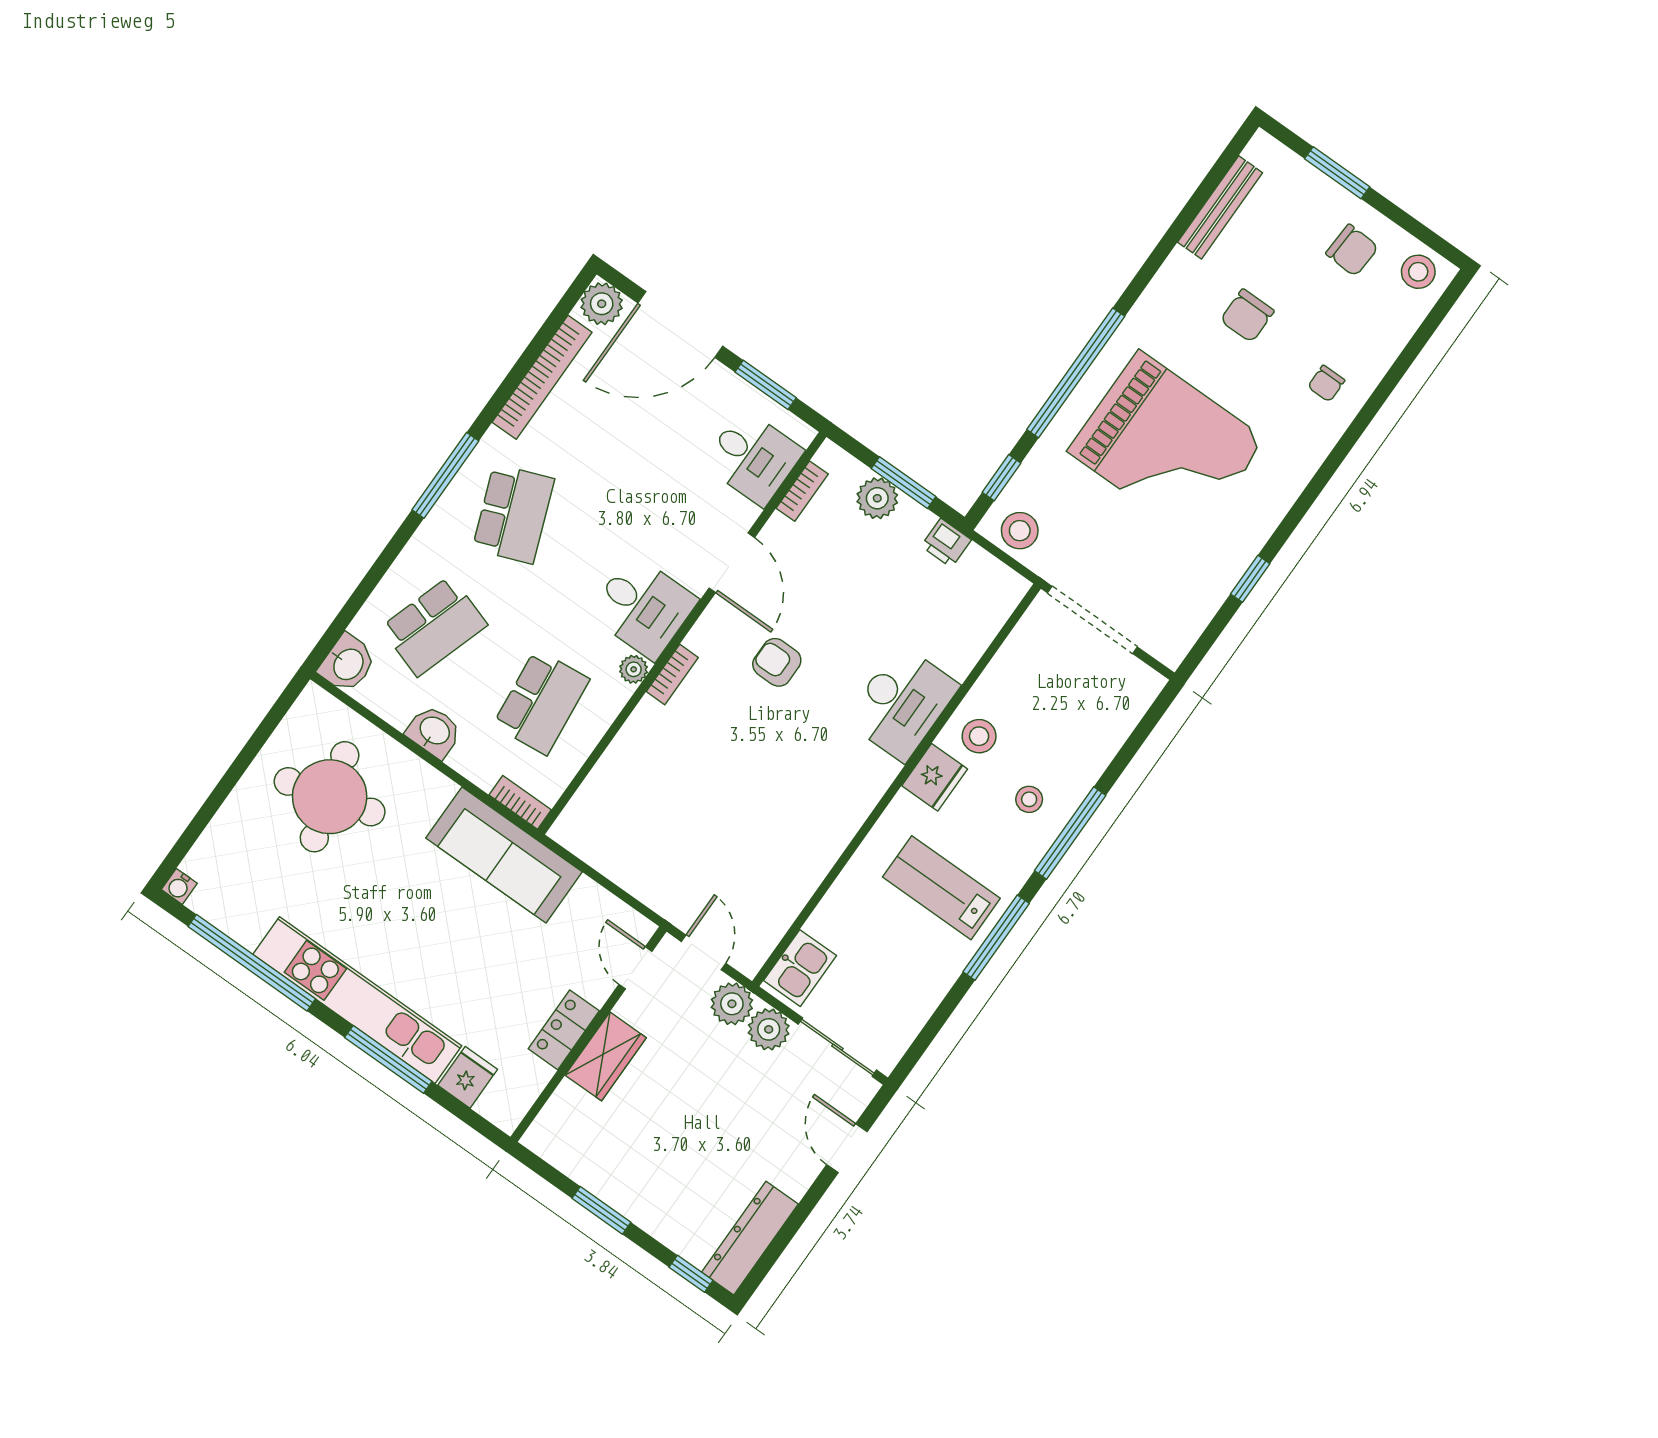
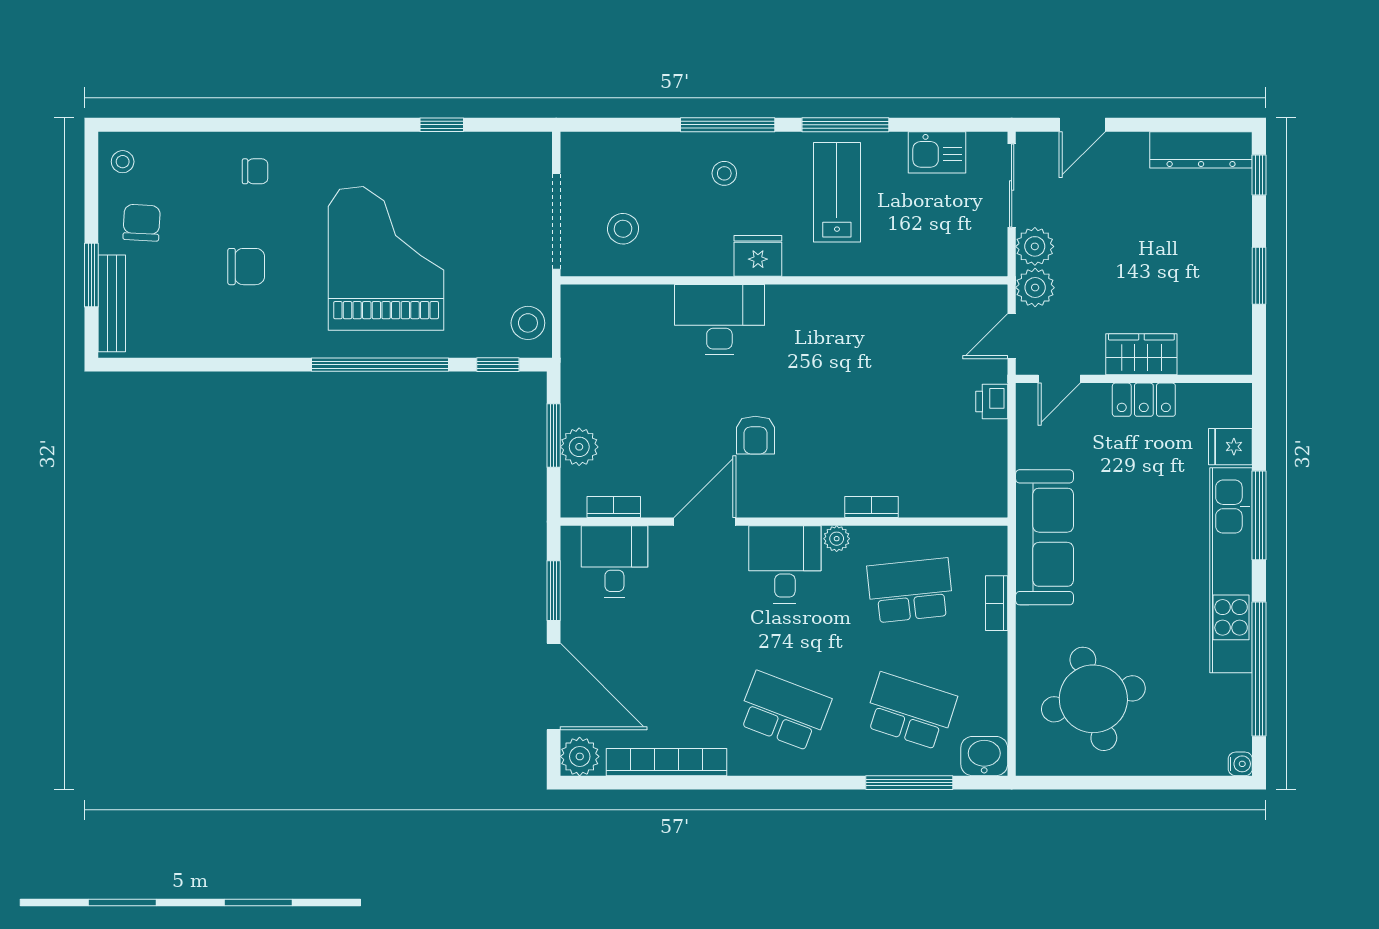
bench: (1220, 207) -> (112, 303), moved, turned 90
stool: (1418, 272) -> (123, 162), width x0.73, depth x0.73
window: (445, 475) -> (909, 783), moved
school desk: (513, 514) -> (784, 711), turned 42
printer: (946, 543) -> (992, 402), moved, turned 180
bookcase: (672, 675) -> (871, 507), moved
washbasin: (434, 731) -> (989, 655), removed
stool: (979, 736) -> (623, 229), moved
bookcase: (520, 802) -> (997, 603), moved
lab bench: (941, 888) -> (837, 192), turned 180
kitchen sink: (800, 968) -> (937, 152), moved, turned 180

